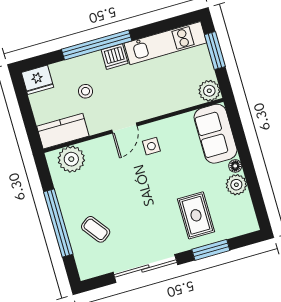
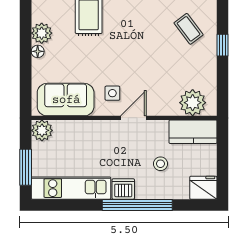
sofa: (216, 134) -> (66, 100), moved, turned -90
window: (58, 223) -> (223, 45), width x0.32

